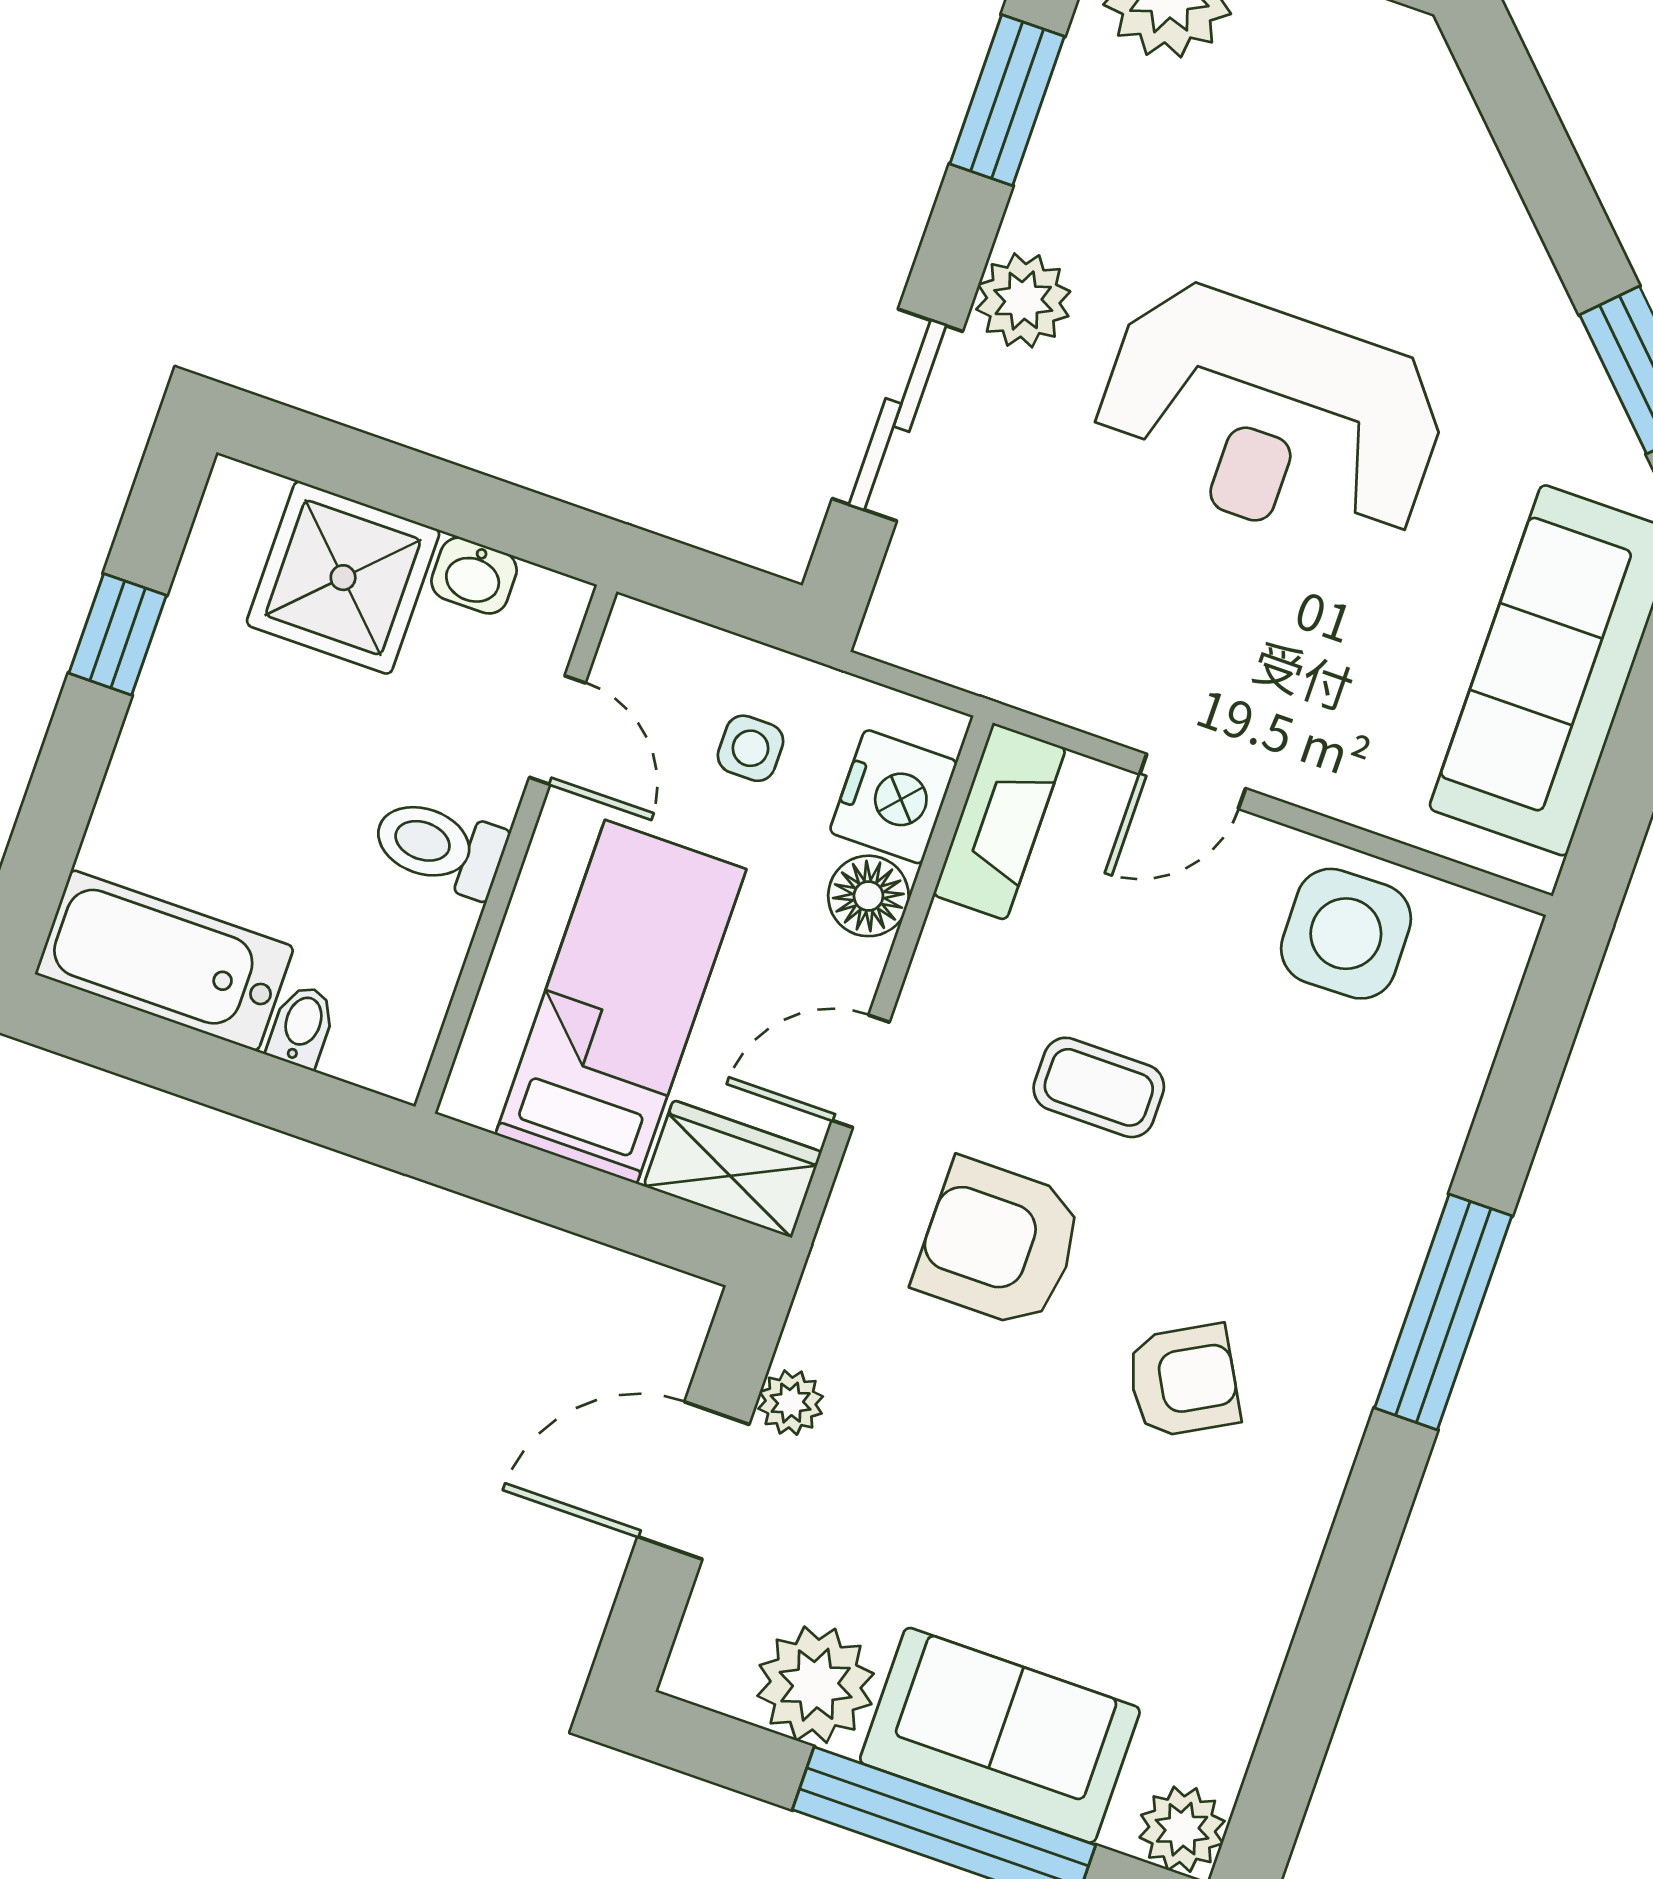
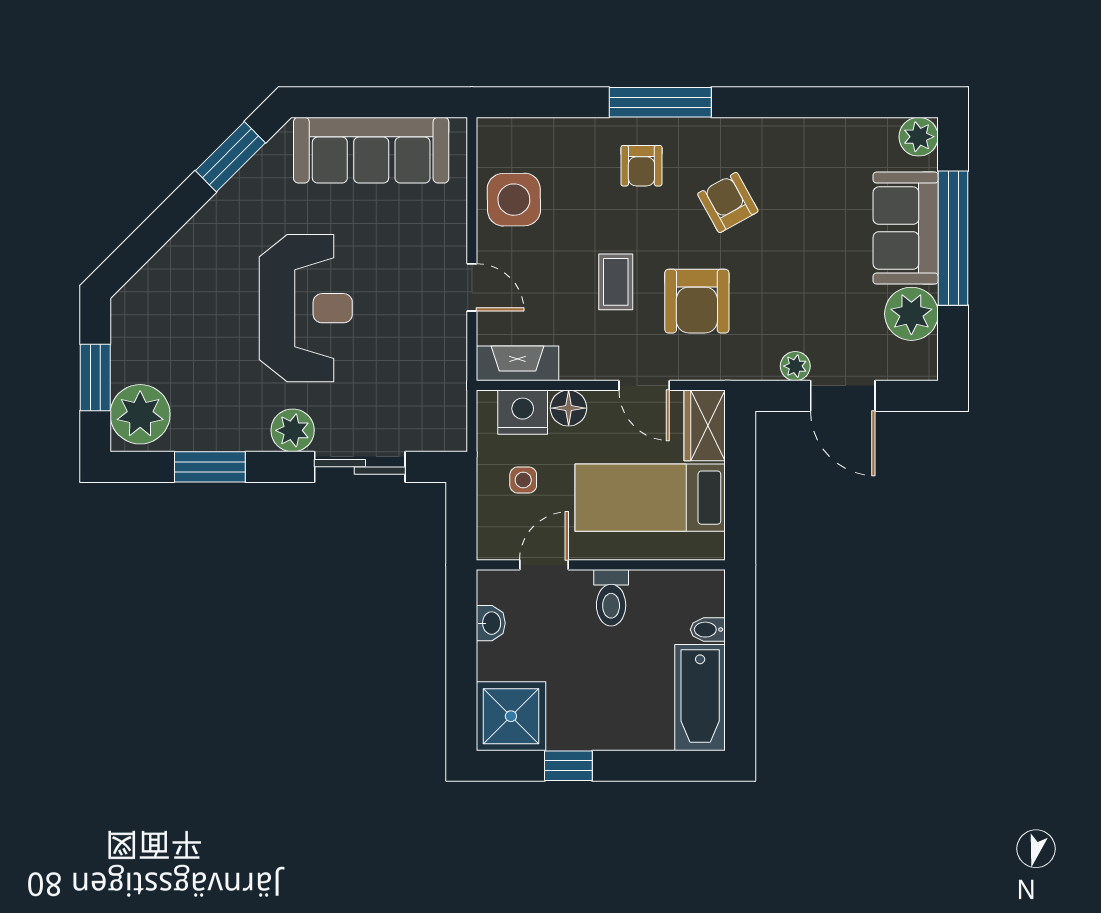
shower: (343, 578) -> (511, 716), moved
armchair: (1324, 1226) -> (641, 166), added

